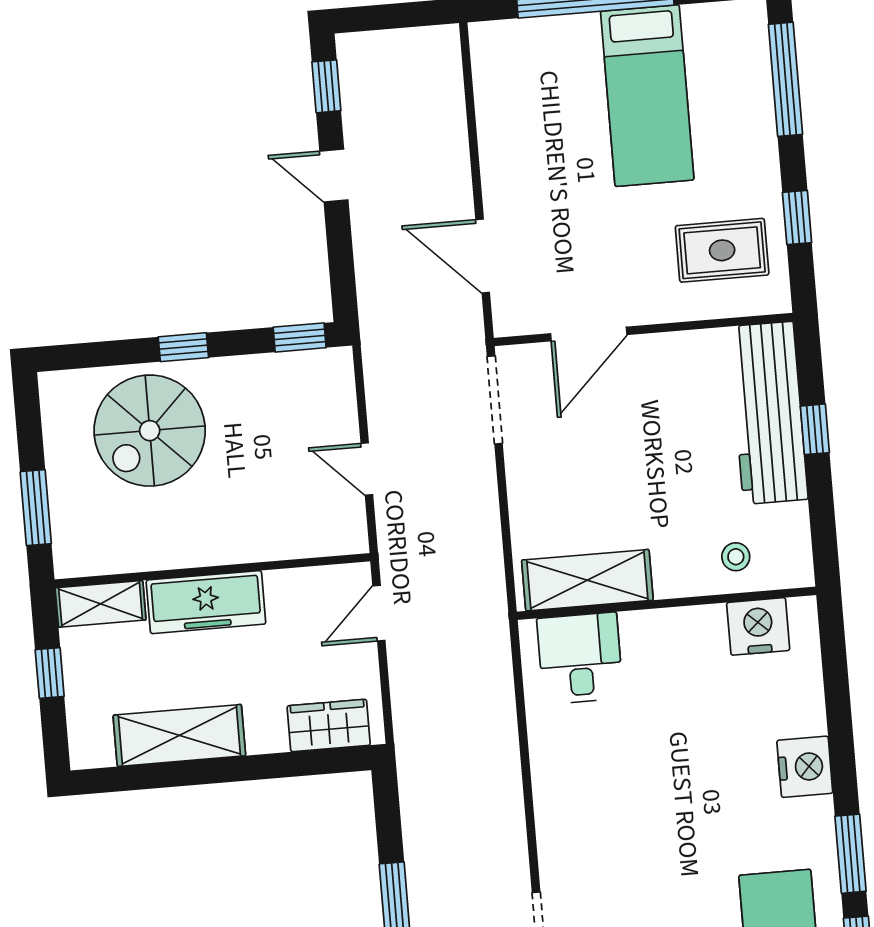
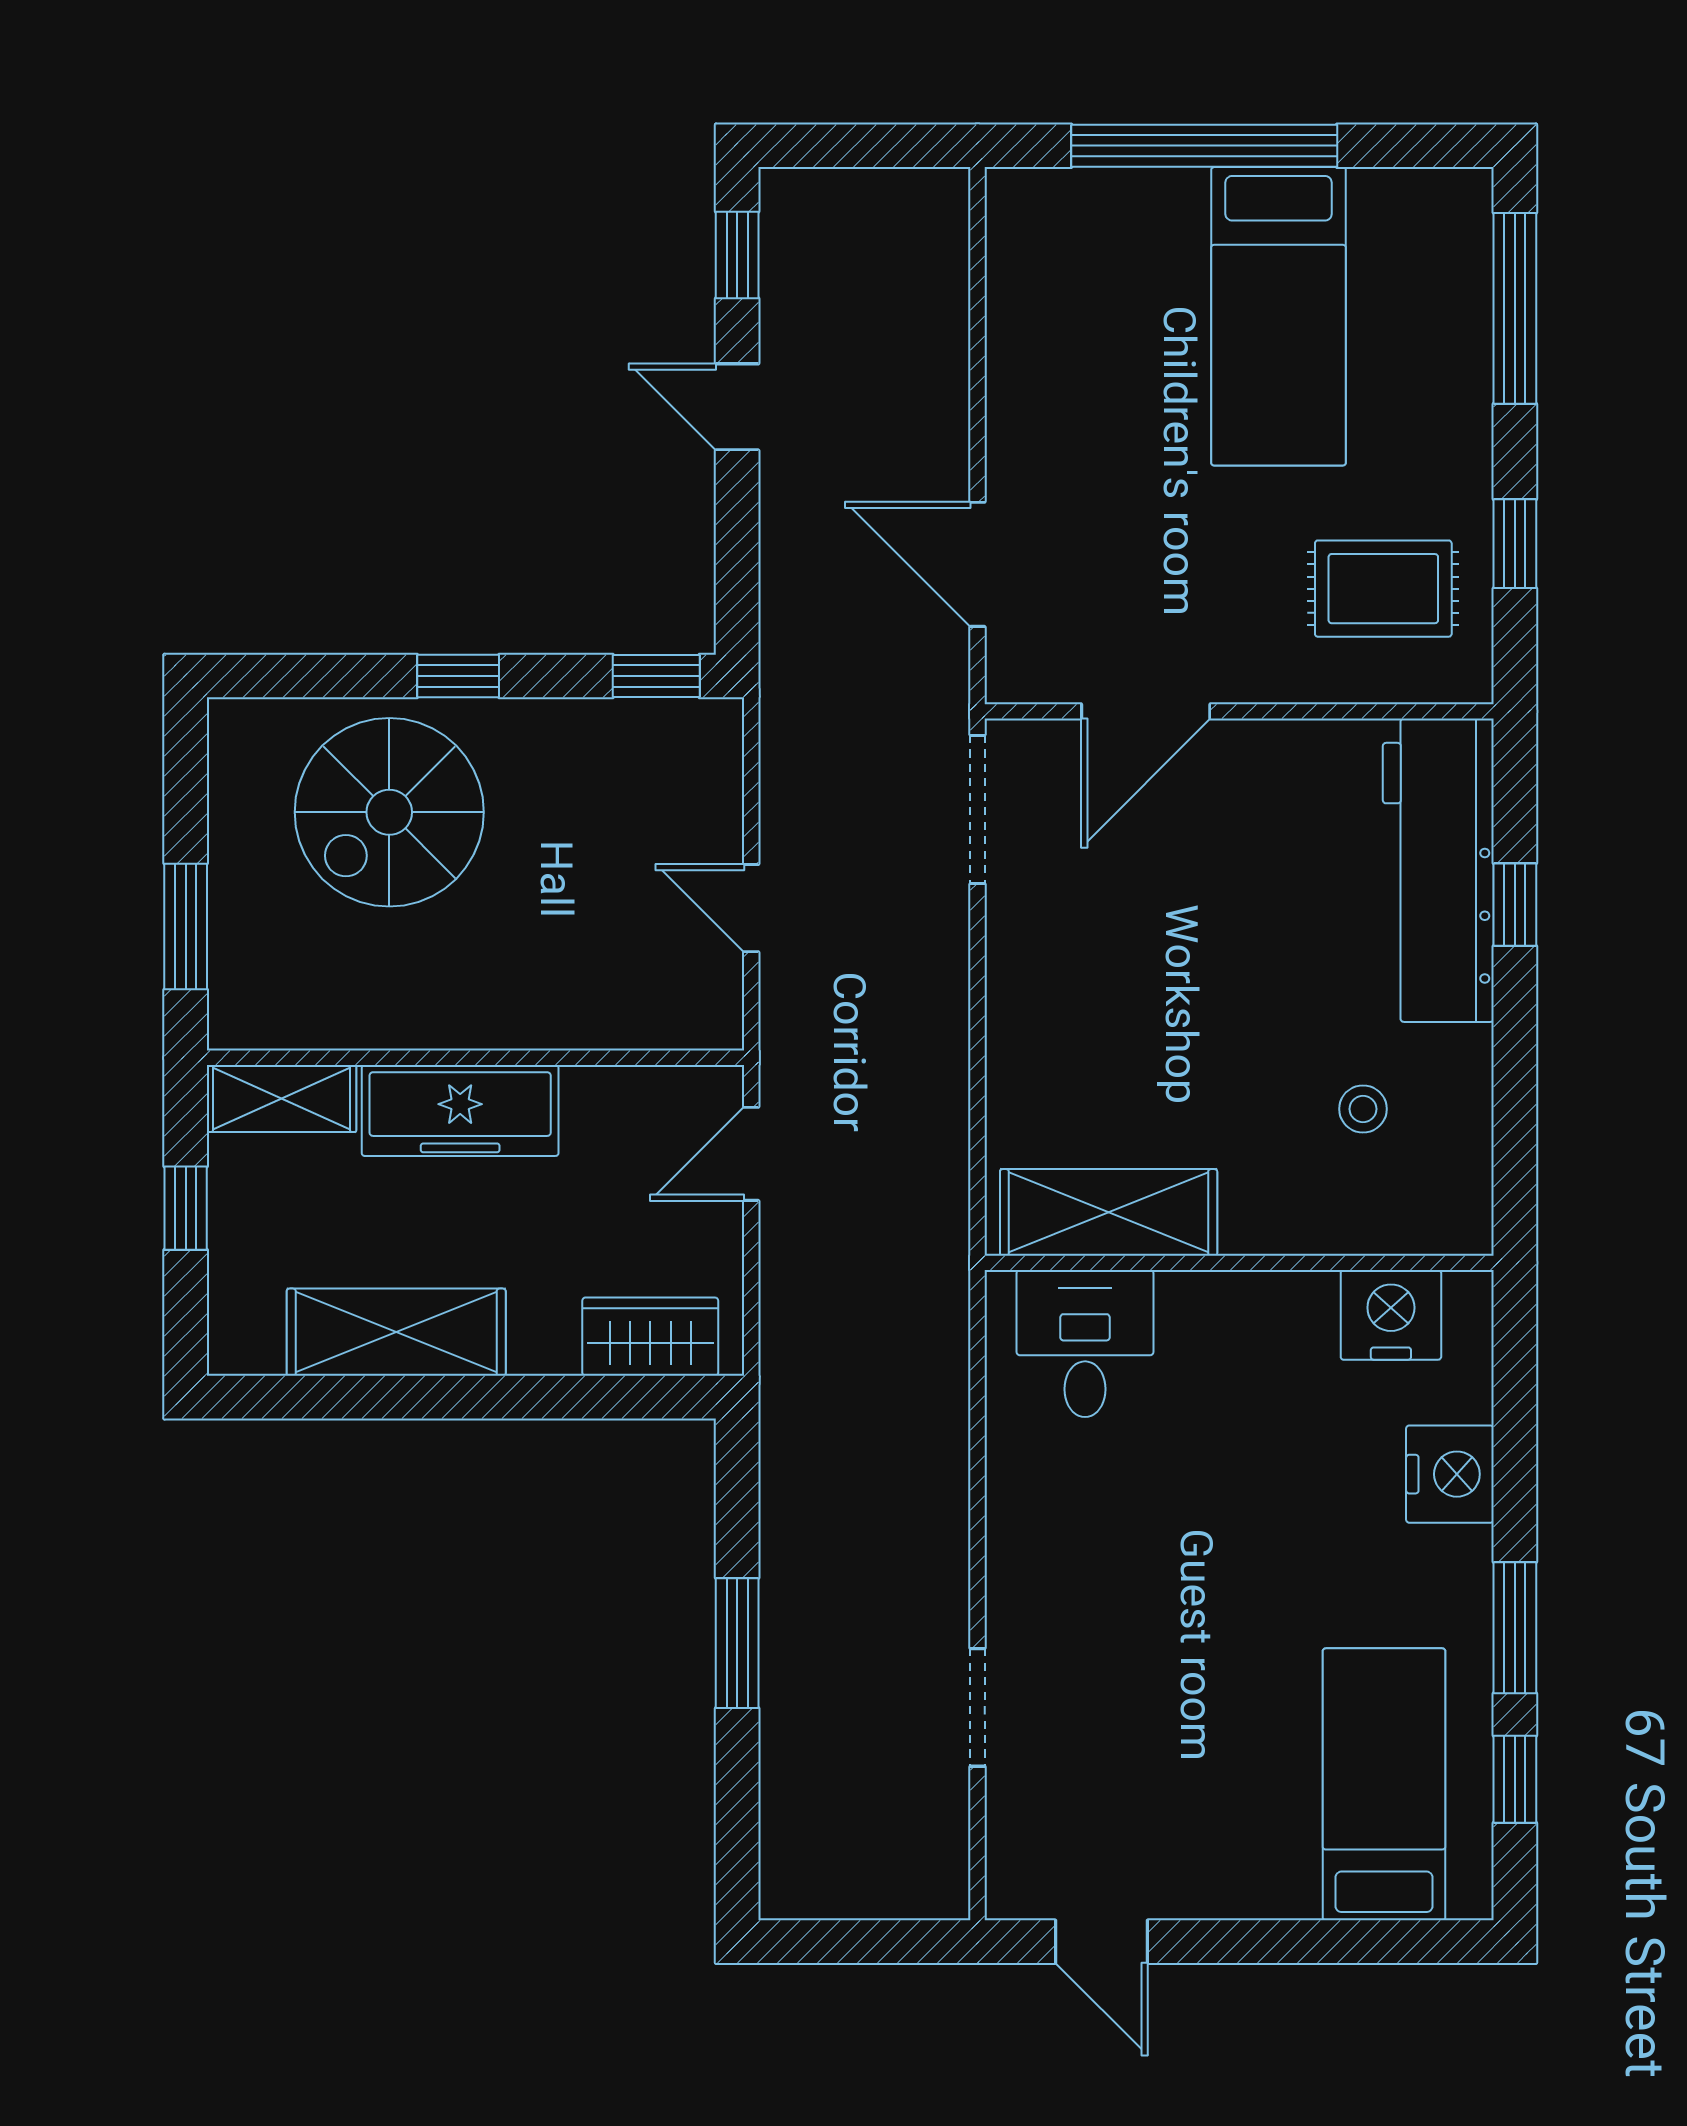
shelving: (587, 580) -> (1109, 1212), moved
wall: (666, 603) -> (1239, 1263), moved
nightstand: (758, 626) -> (1391, 1315), moved
desk: (580, 658) -> (1085, 1344), moved

